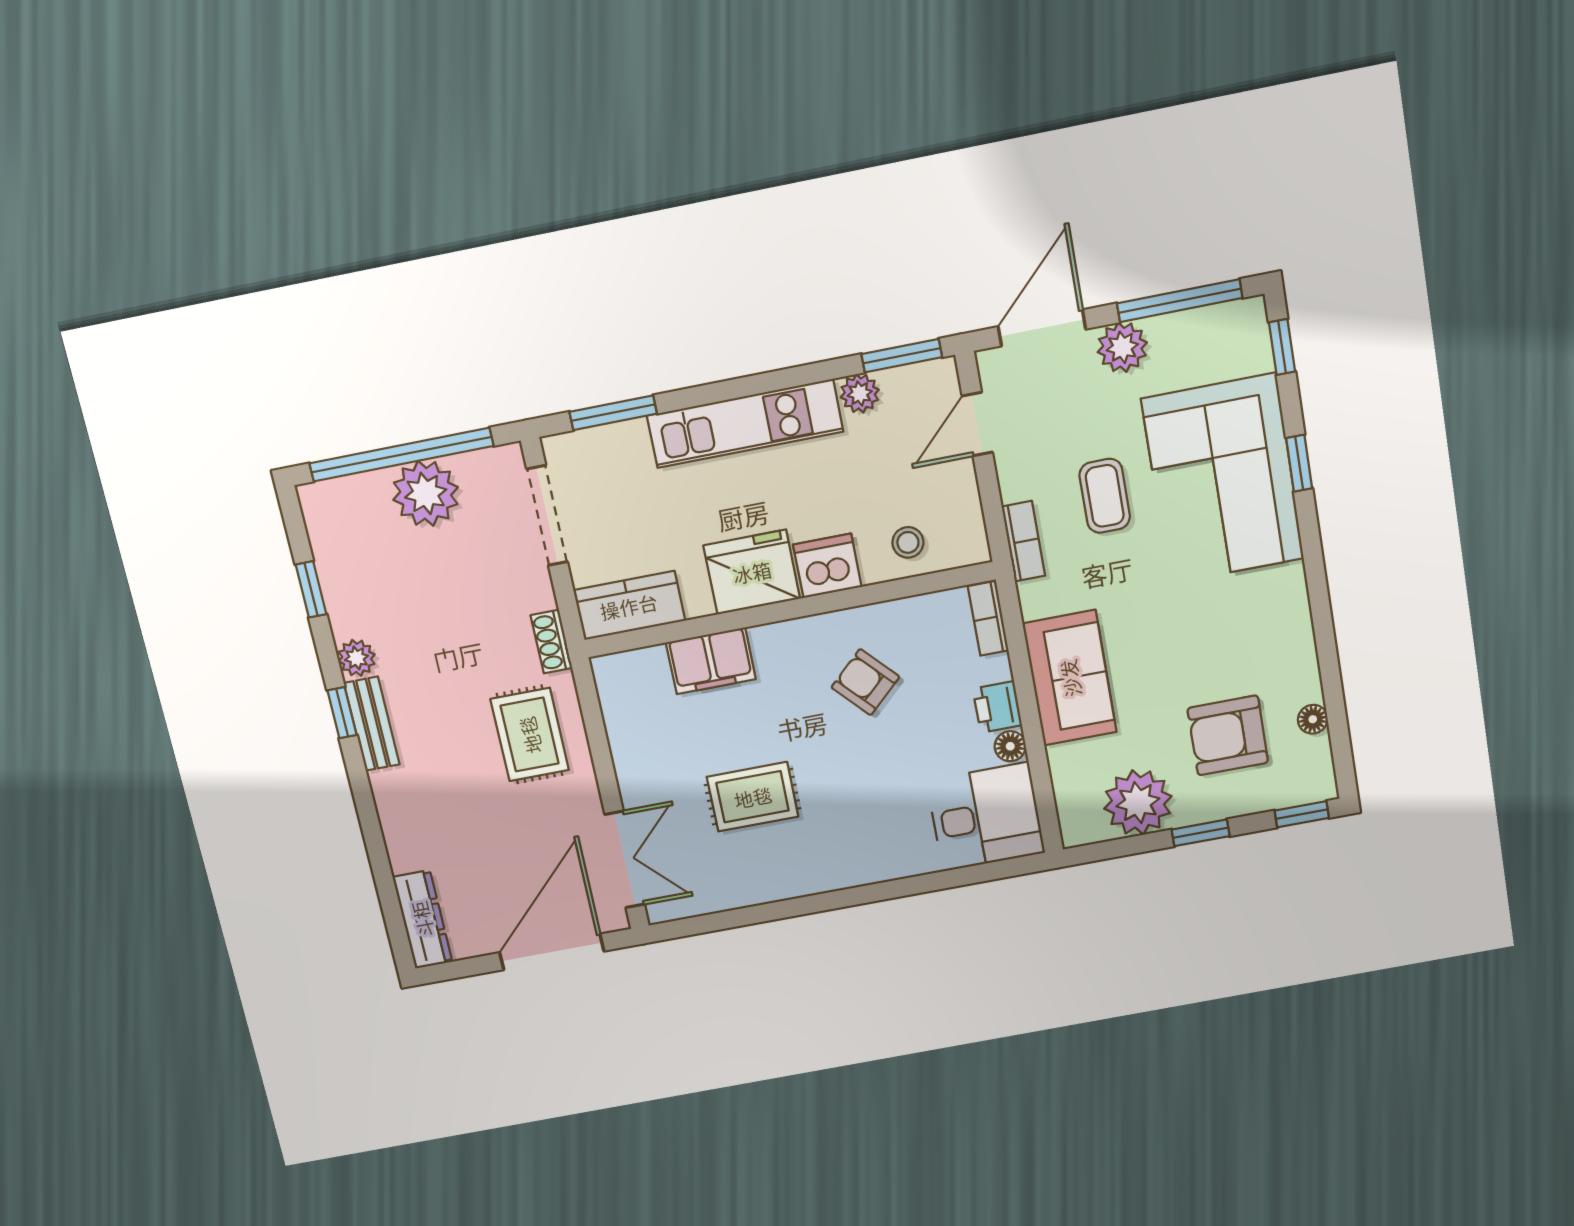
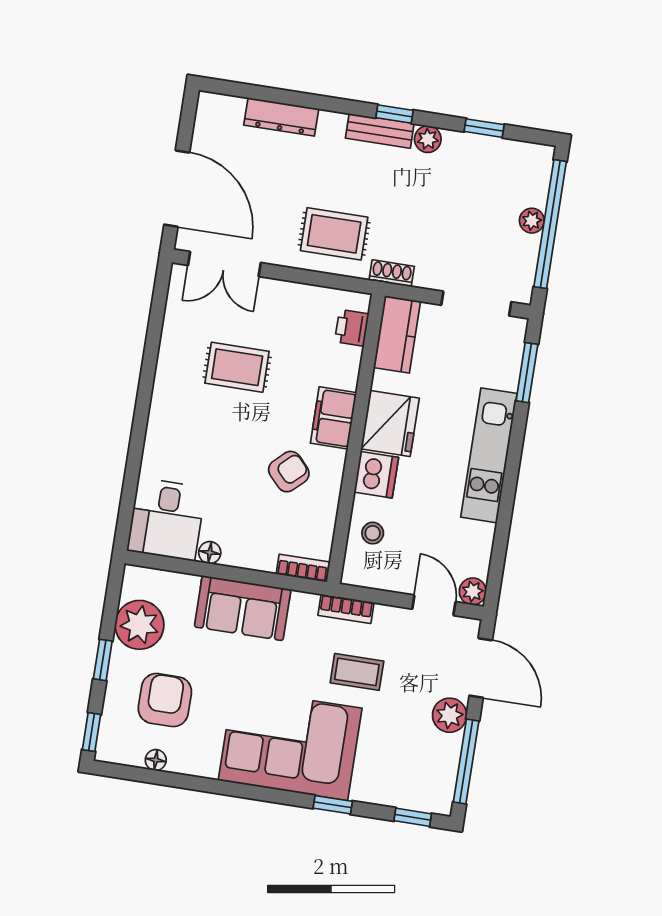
window: (902, 356) -> (496, 572), removed
plant: (860, 393) -> (473, 591), moved
corner sofa: (1223, 479) -> (290, 744), moved
plant: (426, 493) -> (532, 221), width x0.53, depth x0.53
filing cabinet: (711, 661) -> (333, 418), moved
printer: (997, 707) -> (352, 328), moved, turned -90
rug: (753, 797) -> (237, 367), turned 90
dresser: (422, 919) -> (281, 117), moved

